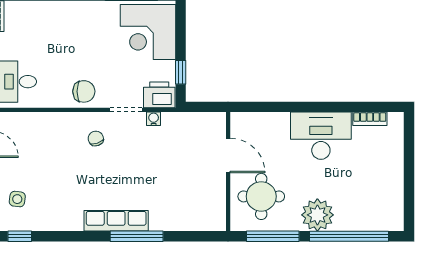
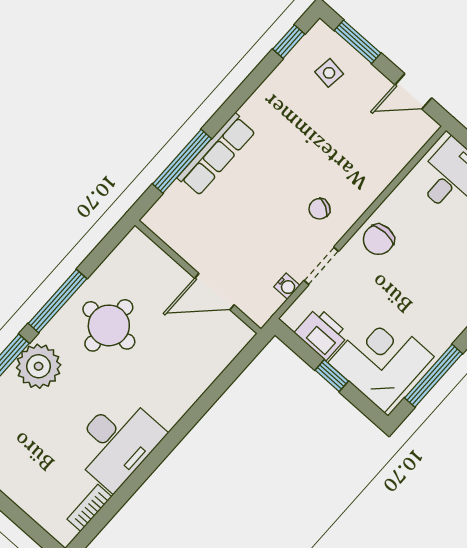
window: (181, 72) -> (332, 376), moved
printer: (159, 95) -> (322, 334), moved, turned -90
chair: (96, 138) -> (319, 209), turned 136
door: (228, 155) -> (214, 292), moved
wall: (228, 172) -> (198, 277), moved

